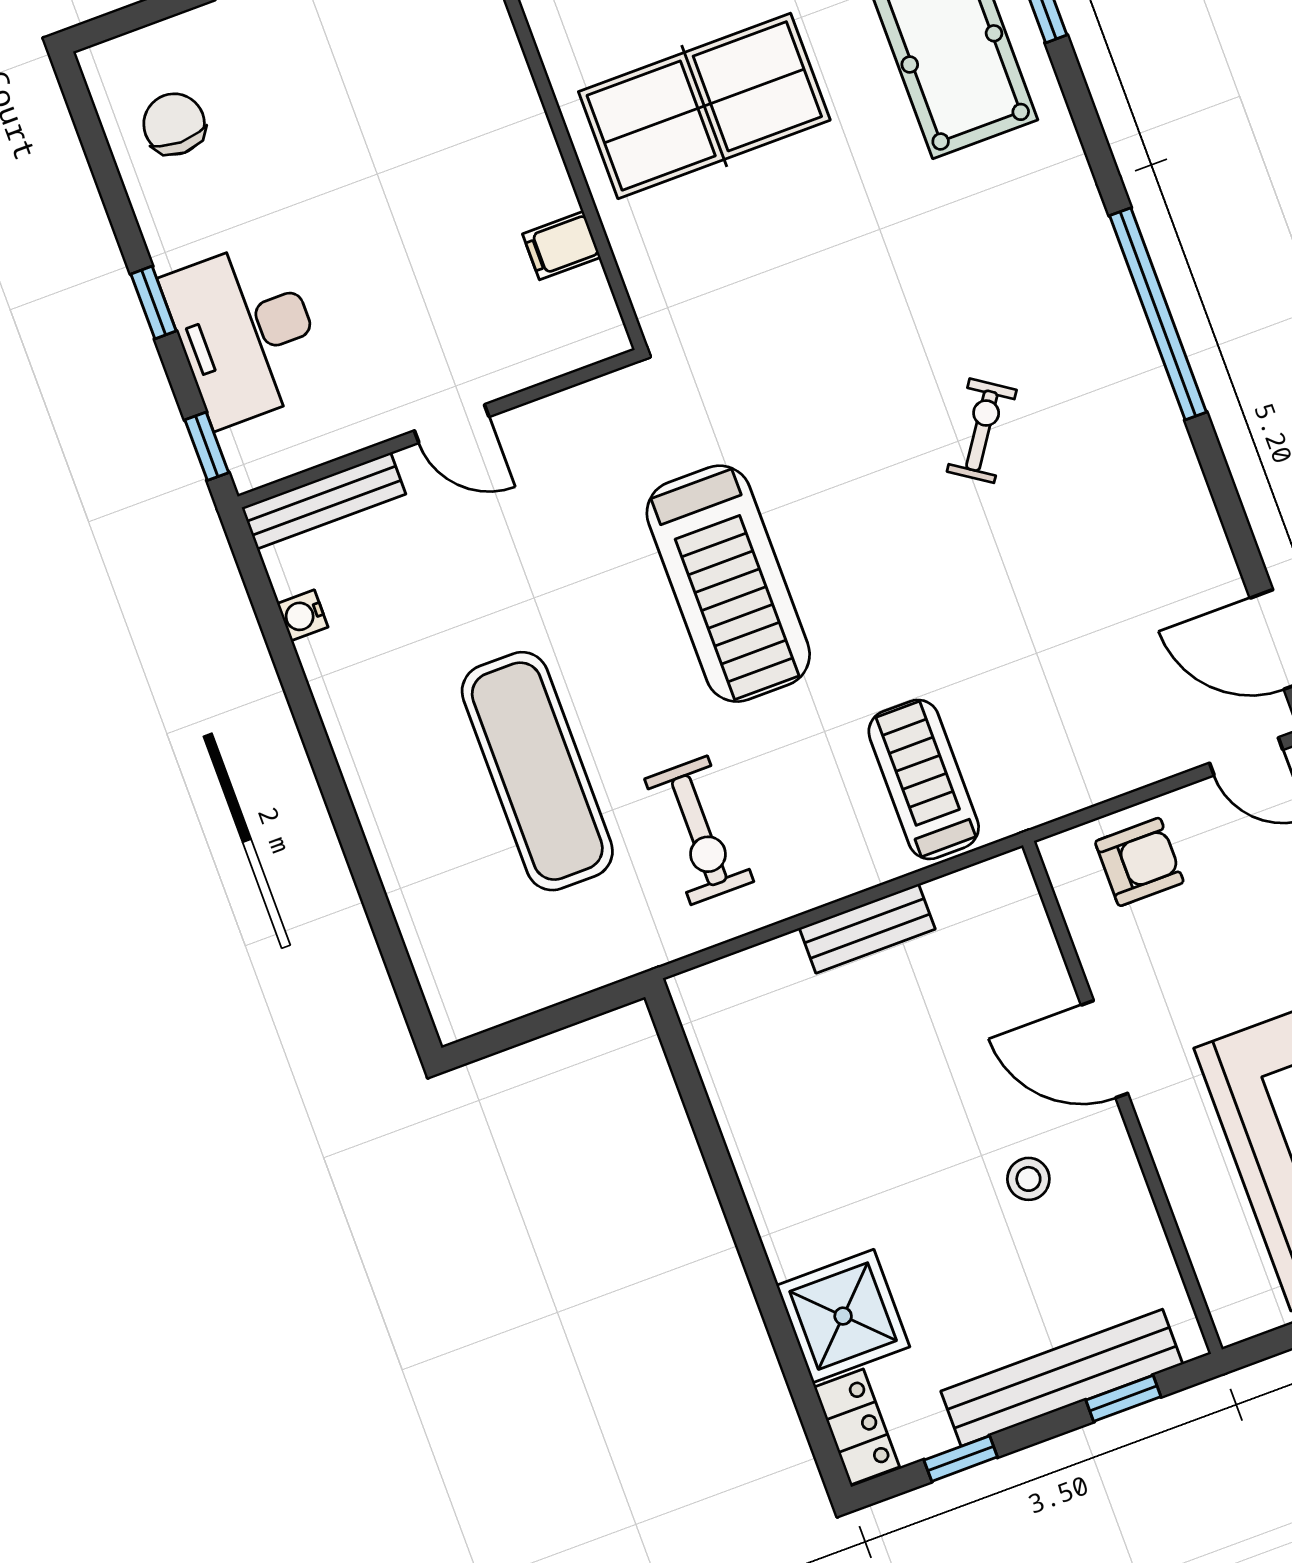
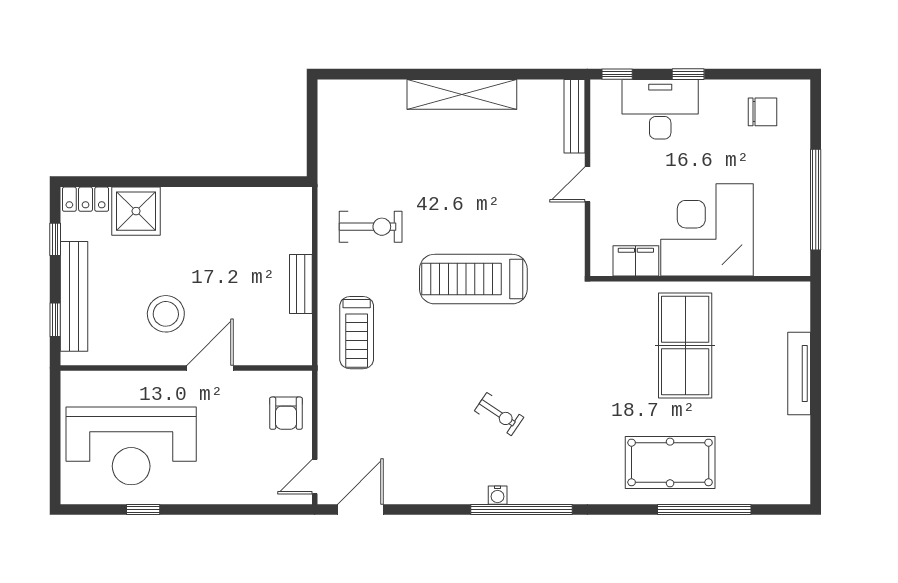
corner desk: (454, 148) -> (707, 230), added
filing cabinet: (562, 246) -> (636, 261), width x2.00
water cooler: (303, 615) -> (498, 495), moved, turned 180
shelving: (363, 745) -> (462, 94), added
exercise mat: (537, 771) -> (422, 166), removed
treadmill: (924, 779) -> (357, 333), turned 90
exercise bike: (699, 830) -> (371, 227), turned 180
stool: (1028, 1179) -> (166, 314), width x1.89, depth x1.89

